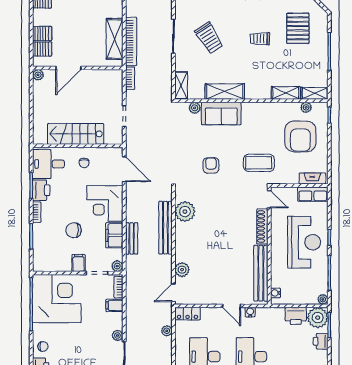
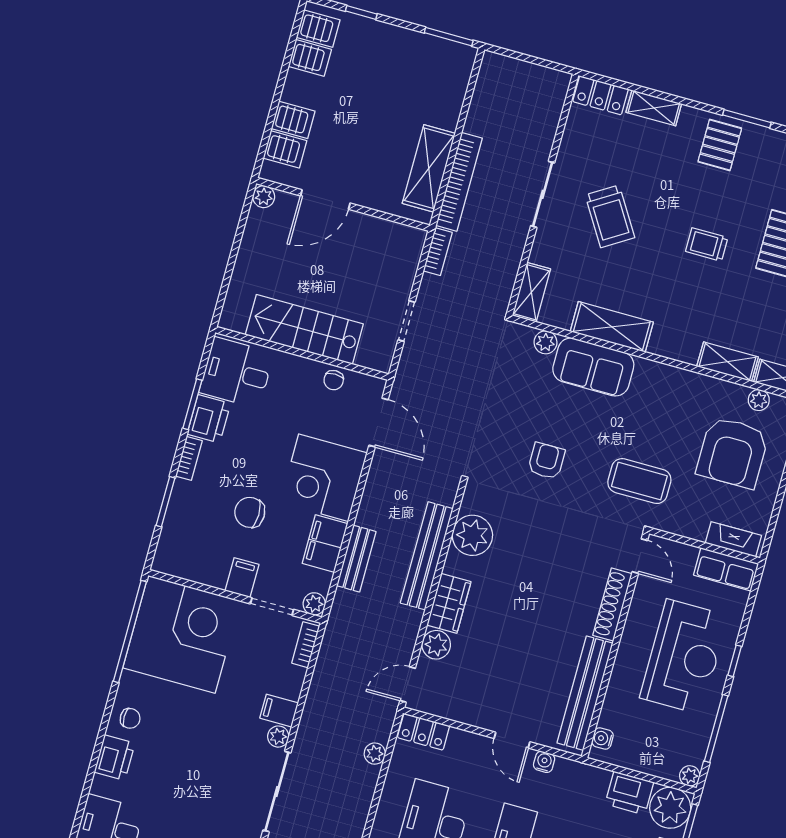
chair: (84, 163) -> (334, 380), moved
wardrobe: (183, 248) -> (449, 603), added
filing cabinet: (114, 305) -> (279, 711), moved

